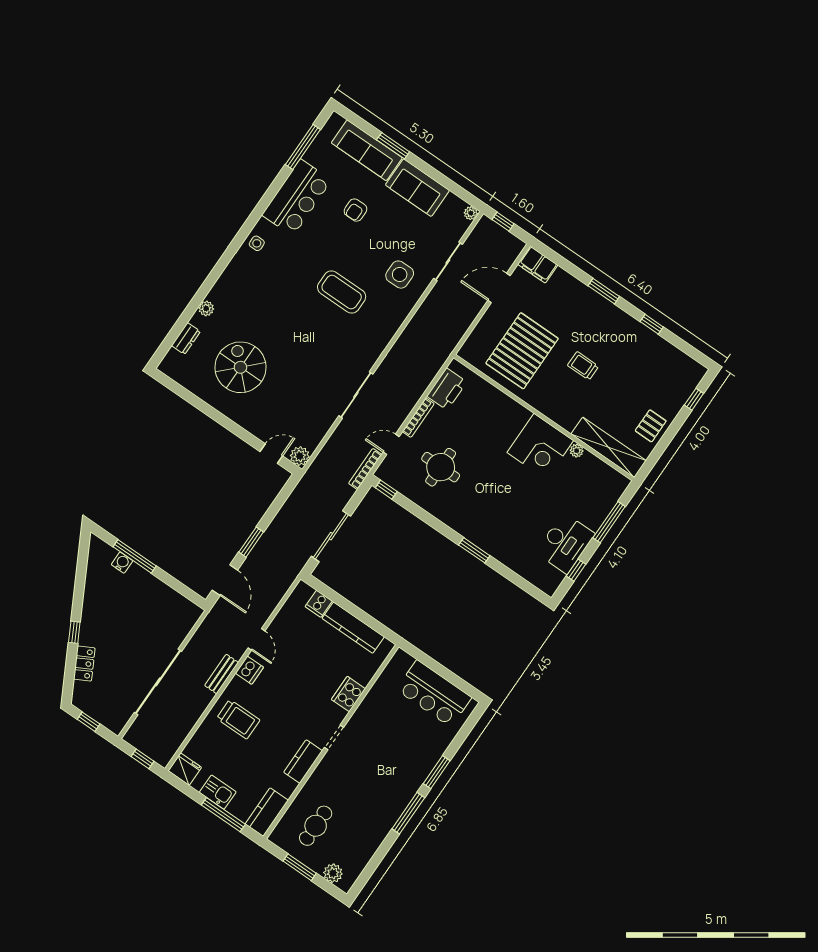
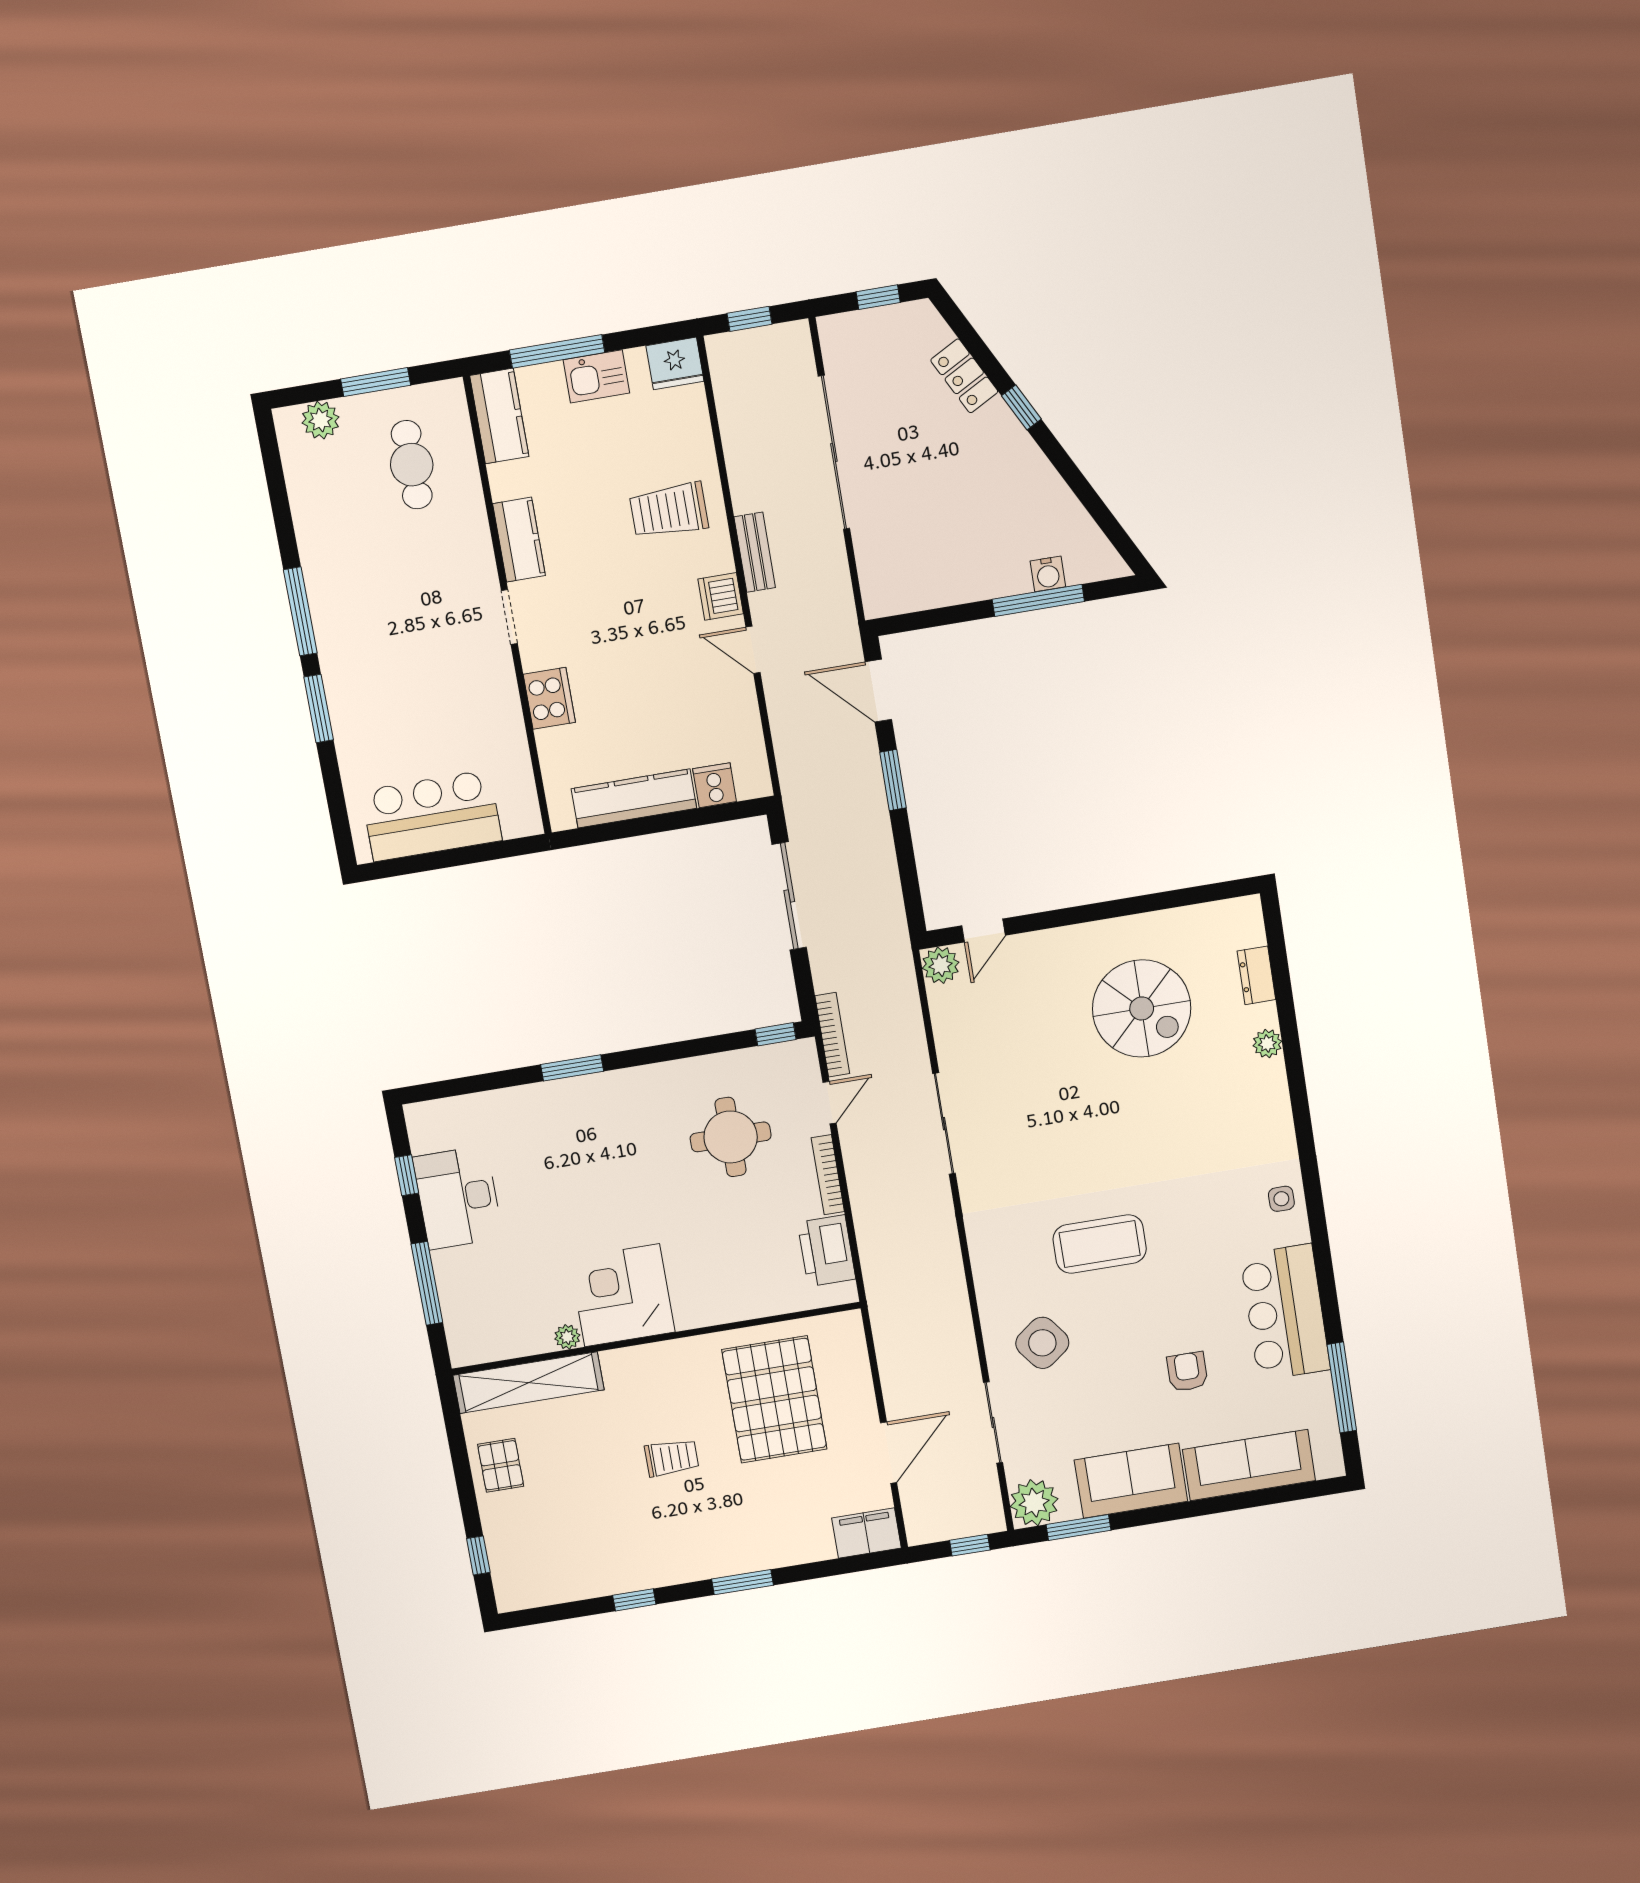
window: (393, 146) -> (1079, 1527), moved
plant: (471, 213) -> (1034, 1503), width x1.88, depth x1.88
side table: (400, 275) -> (1042, 1343), turned -37

